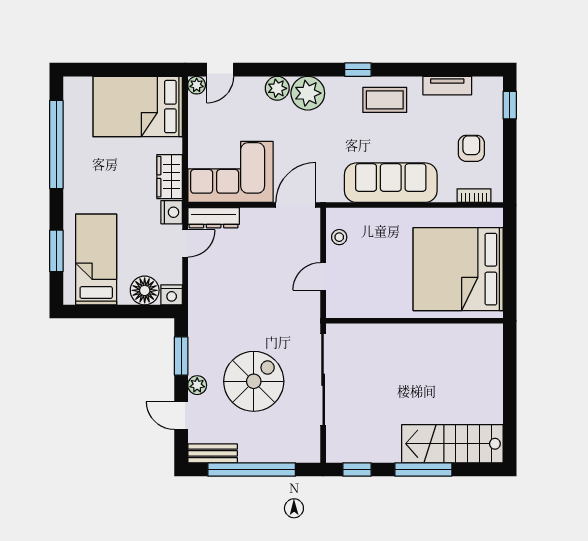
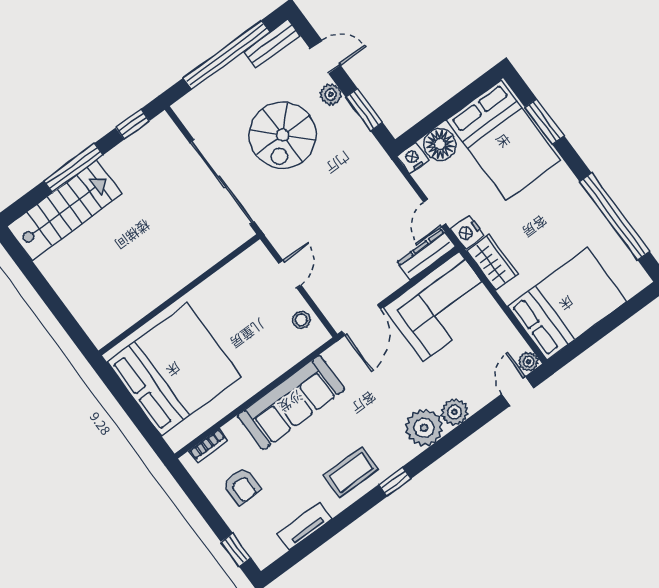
bed: (96, 259) -> (504, 140), width x1.50

